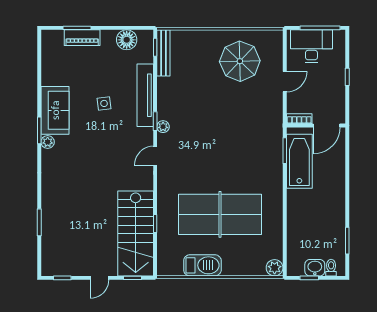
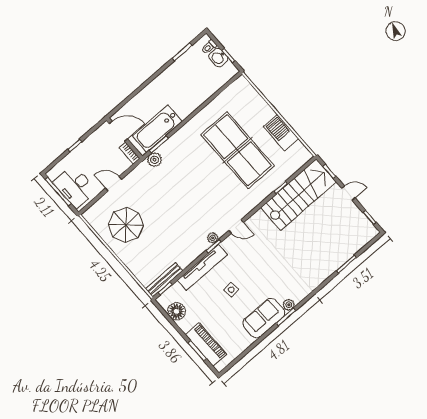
piano: (82, 38) -> (206, 345), width x1.37, depth x1.33
plant: (275, 268) -> (155, 160), moved

